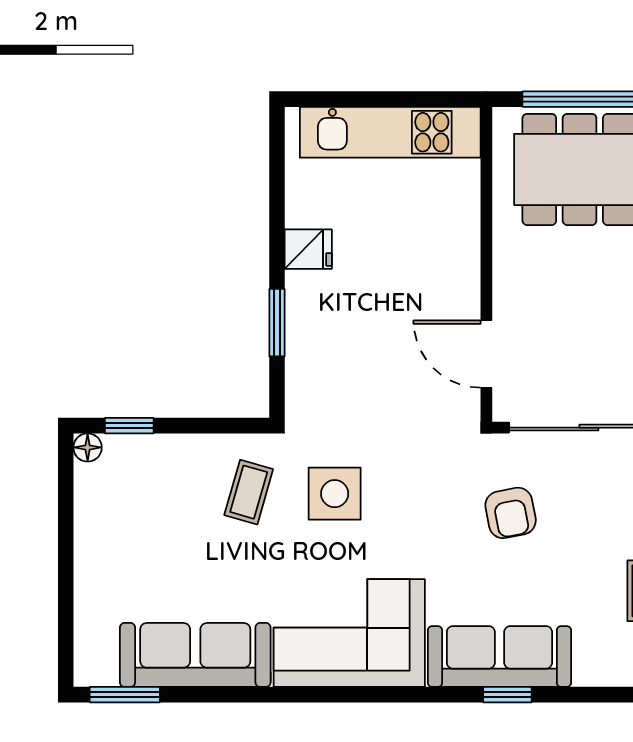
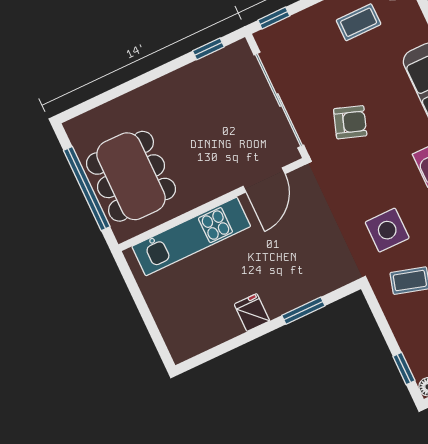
kitchen unit: (390, 132) -> (191, 236), moved, turned 90
armchair: (511, 513) -> (350, 122), turned 30

